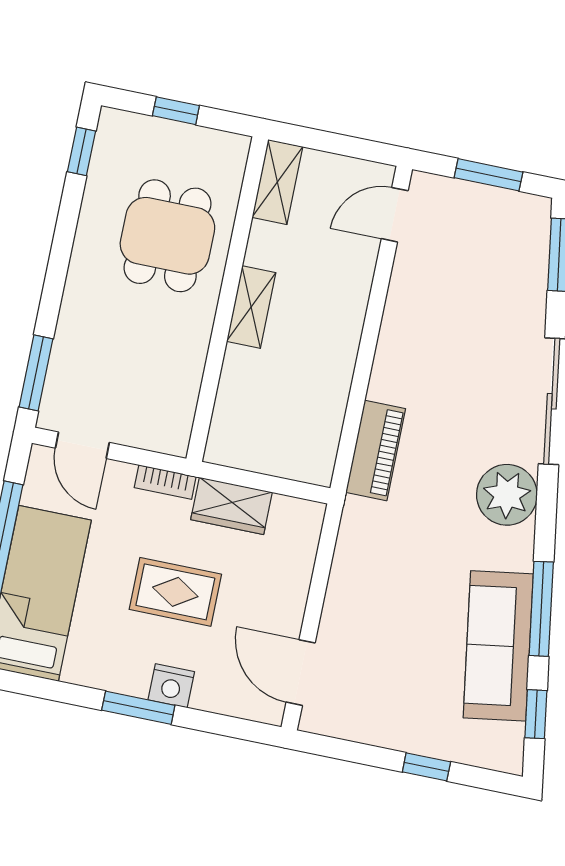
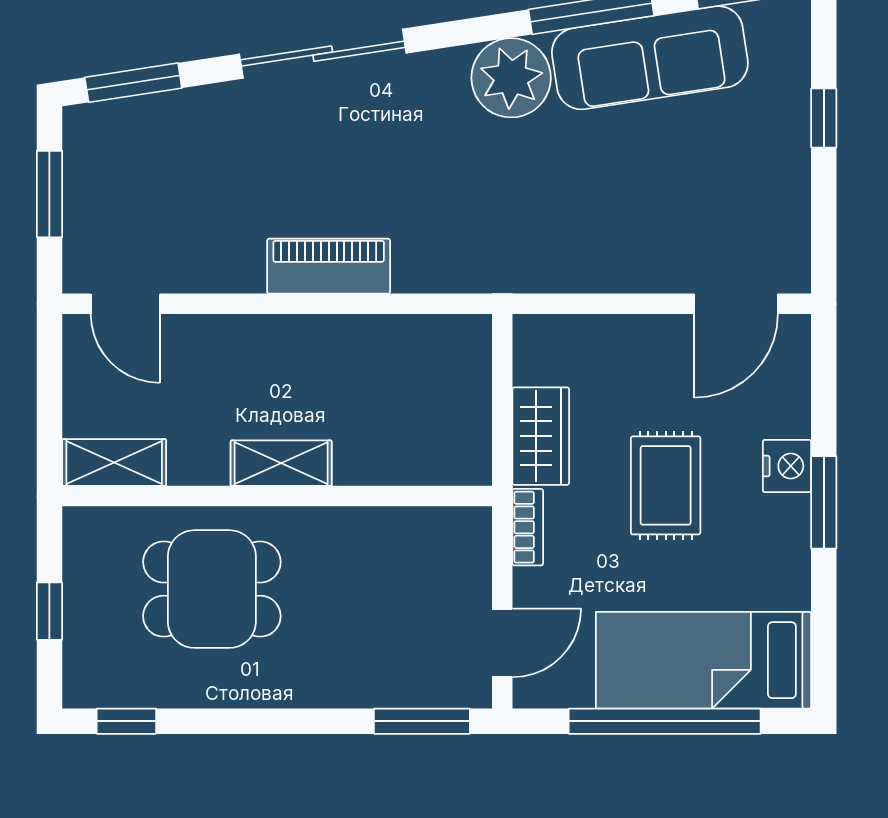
piano: (376, 450) -> (329, 266), moved
plant: (507, 495) -> (511, 78), moved

